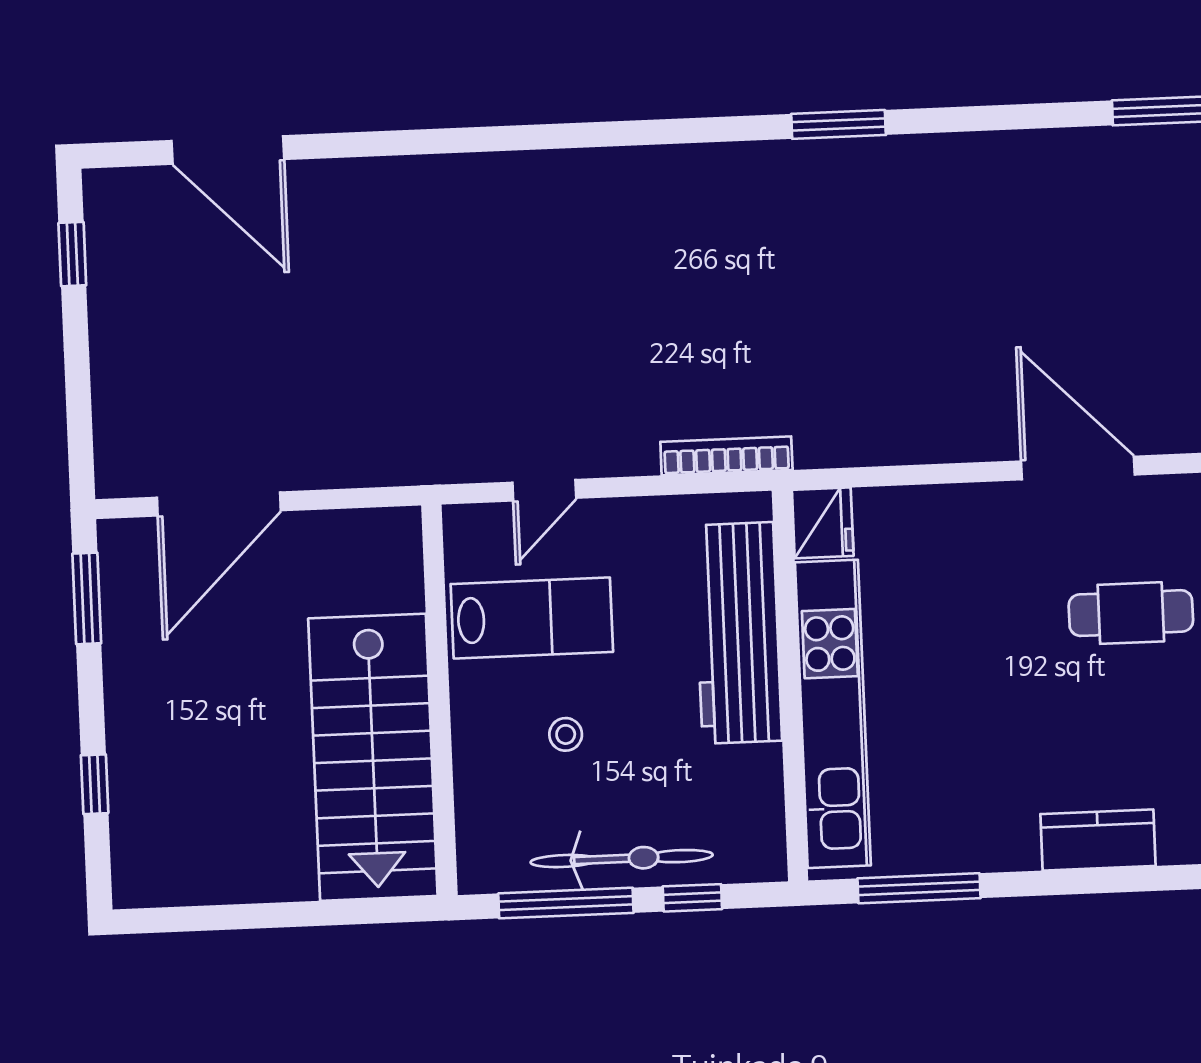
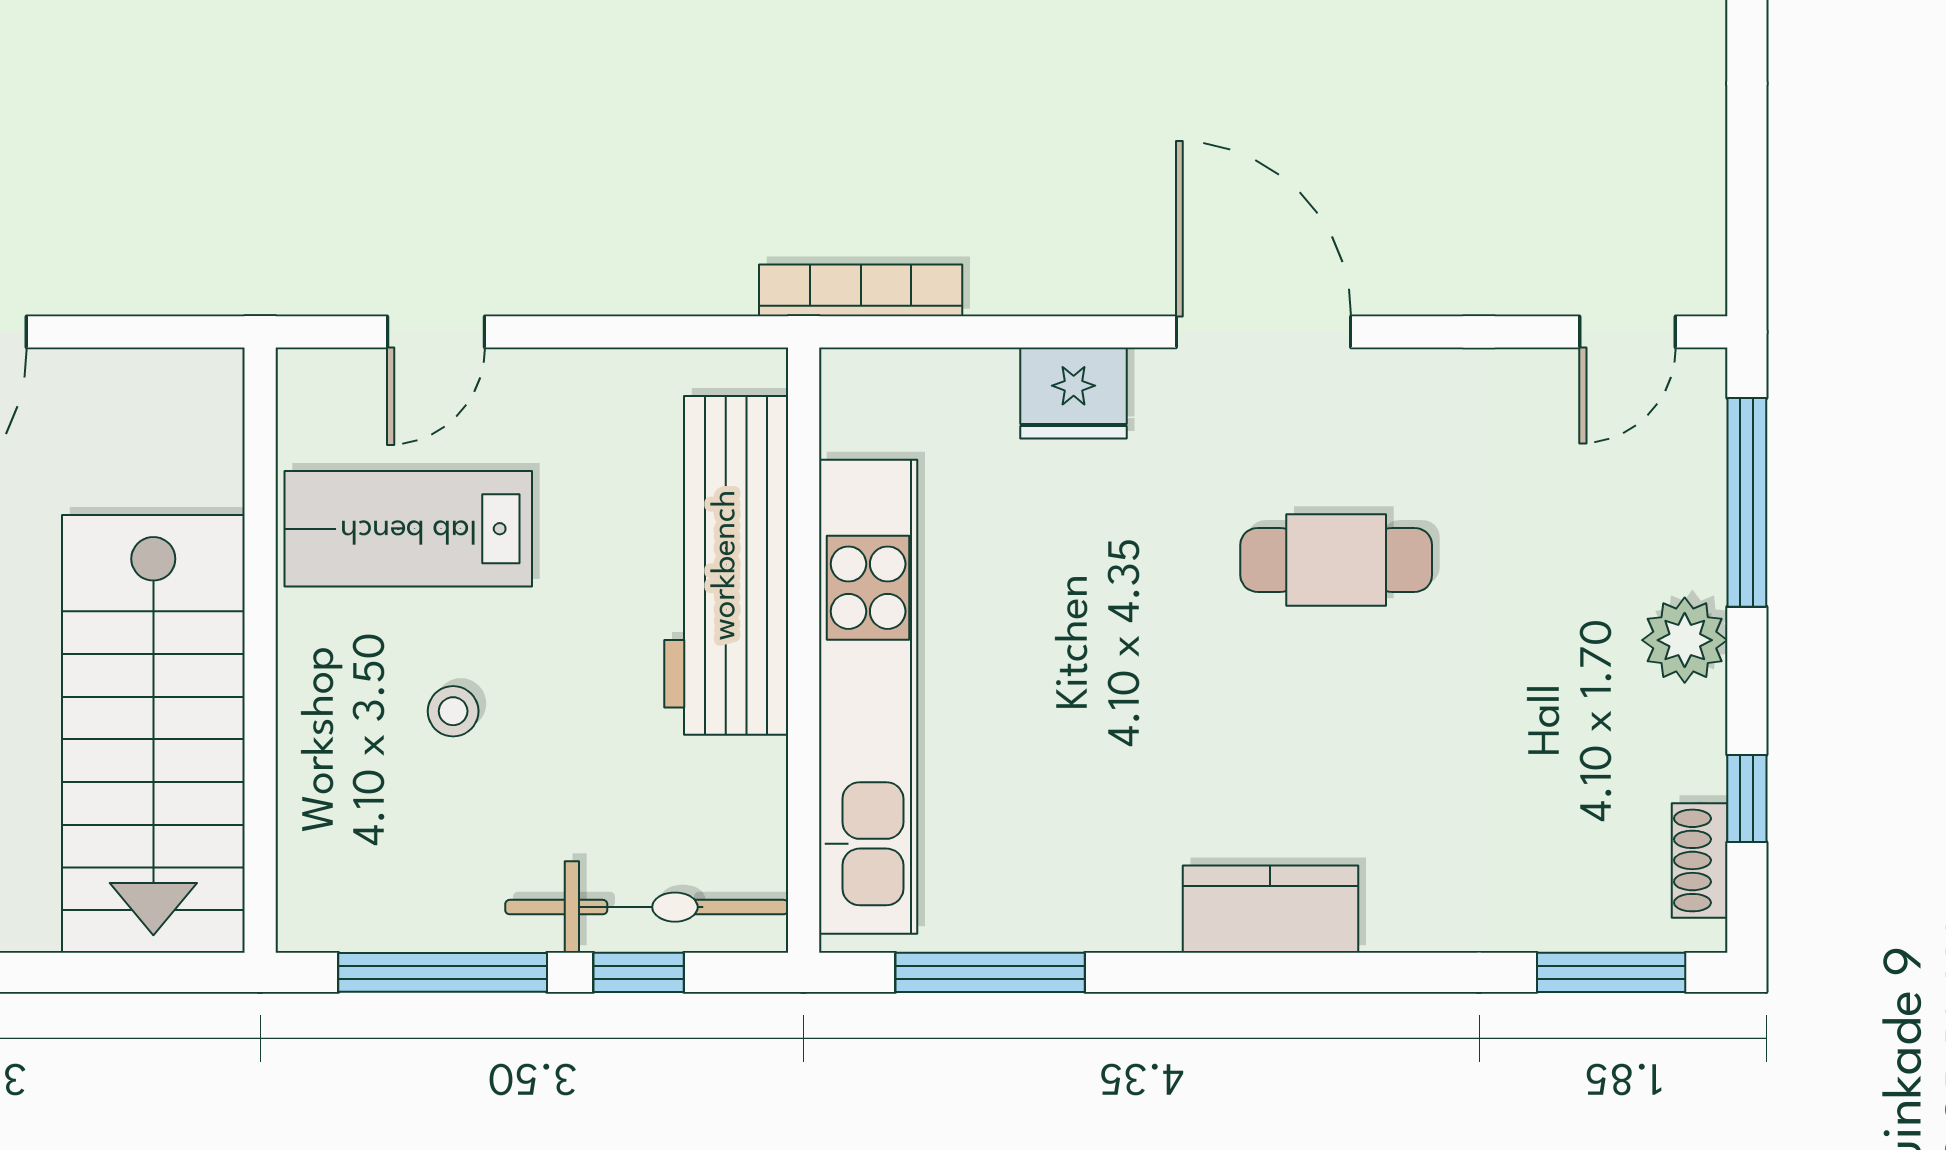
bookcase: (726, 456) -> (861, 290), moved
fridge: (823, 523) -> (1074, 393), moved, turned 90
lab bench: (532, 618) -> (408, 529), turned 180
bicycle: (622, 859) -> (647, 907), moved

